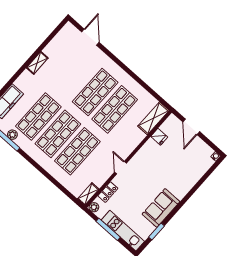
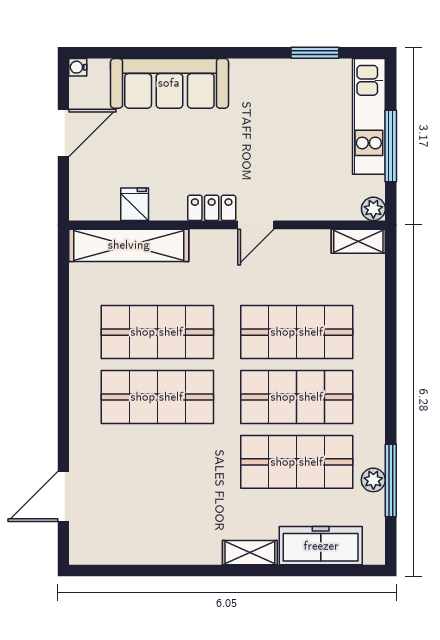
shelving: (37, 63) -> (250, 553), moved
shelving: (153, 118) -> (129, 245), width x1.47
door: (191, 127) -> (63, 133), moved
locker: (108, 192) -> (212, 208), moved
sofa: (161, 208) -> (169, 83), moved, width x1.36

